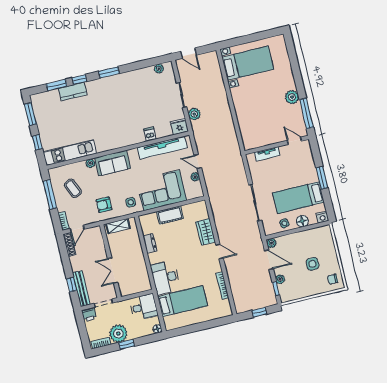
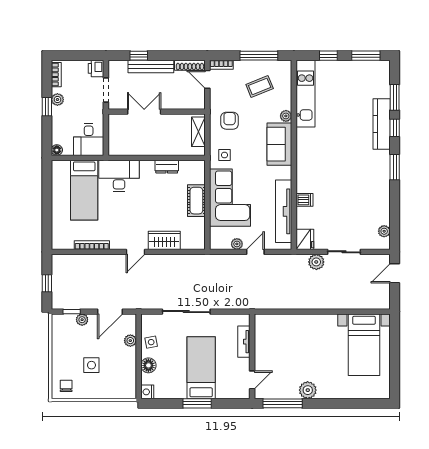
kitchen counter: (73, 92) -> (382, 124), width x1.50
bed: (298, 198) -> (201, 368), moved
plant: (271, 243) -> (130, 341), moved
bench: (81, 289) -> (151, 66), moved
plant: (118, 334) -> (57, 100), width x0.53, depth x0.53

